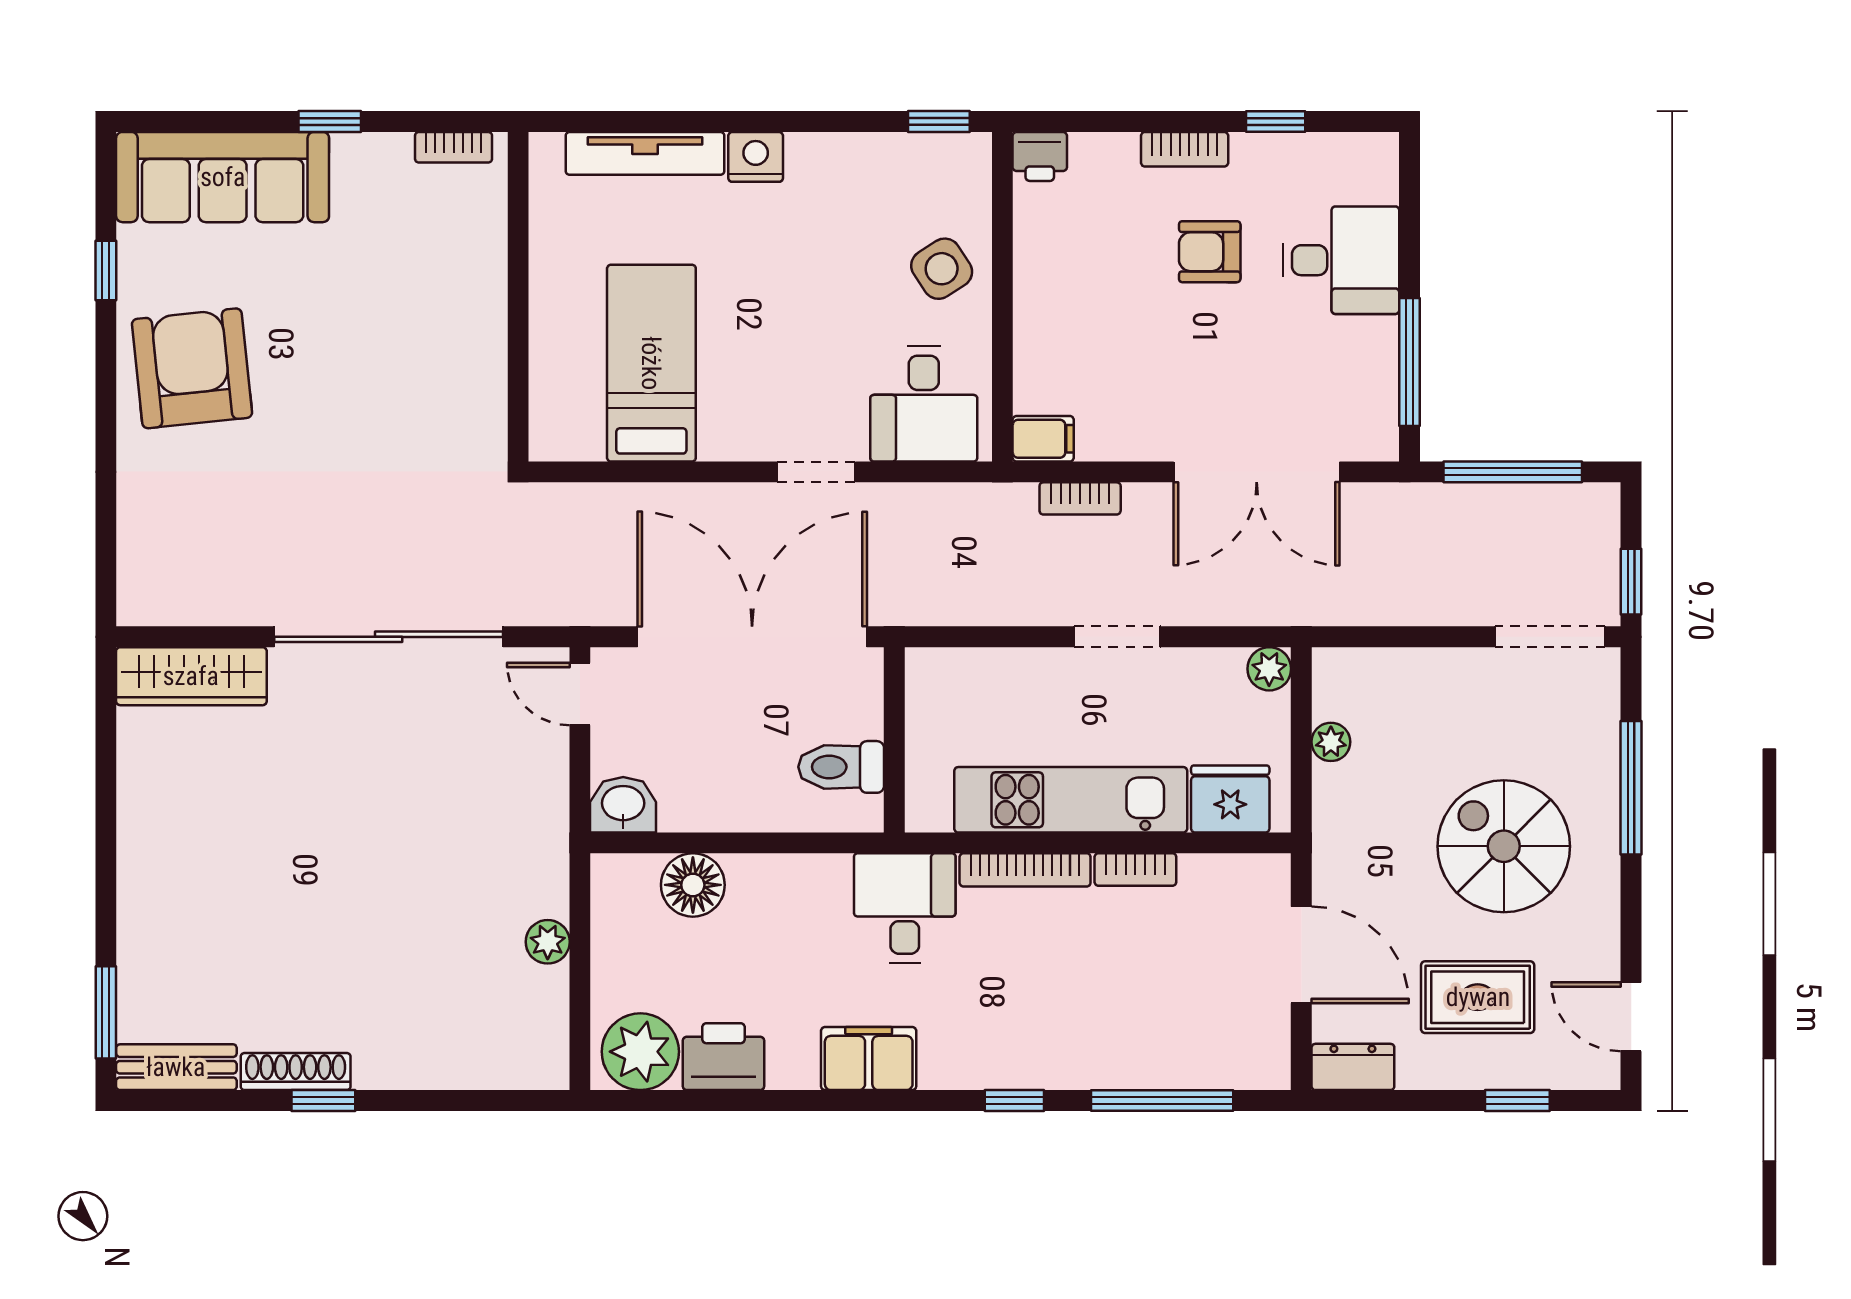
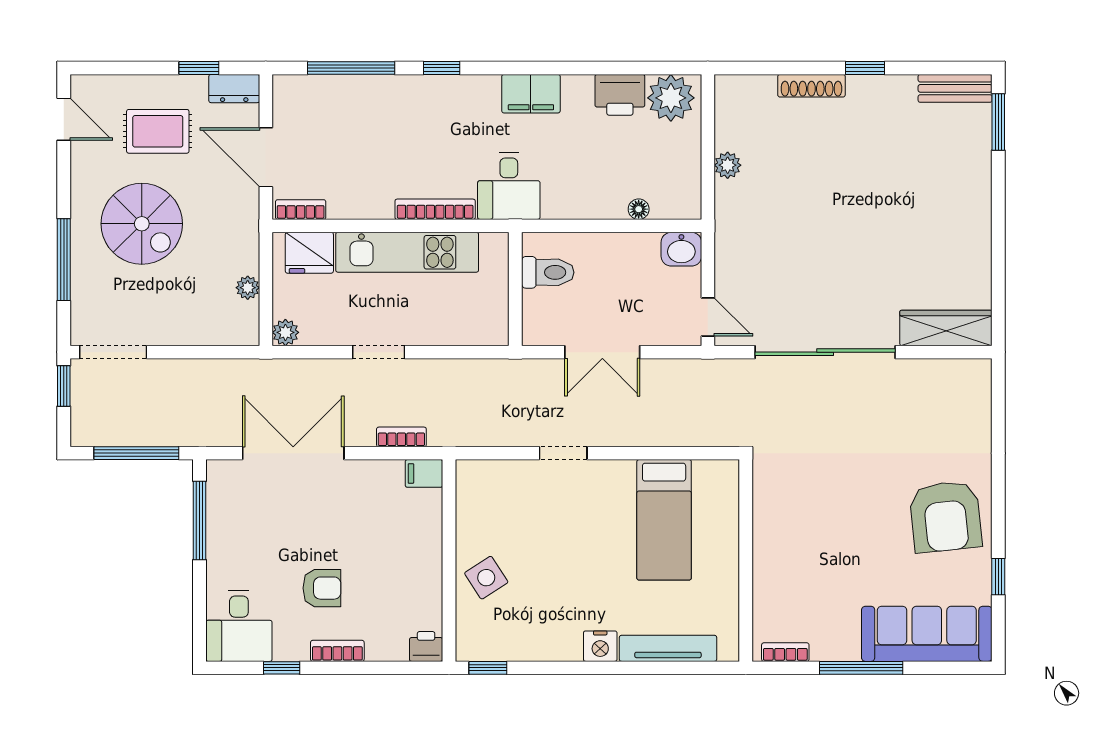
window: (330, 122) -> (861, 668), width x2.17
desk: (1341, 260) -> (239, 626), moved, turned -90
desk: (924, 404) -> (497, 495), removed
double door: (752, 637) -> (602, 352), width x0.54
bookcase: (1135, 870) -> (301, 210), moved
floor lamp: (693, 885) -> (639, 209), width x0.53, depth x0.53
shoe rack: (296, 1072) -> (811, 86), moved
window: (1517, 1101) -> (199, 68), moved

